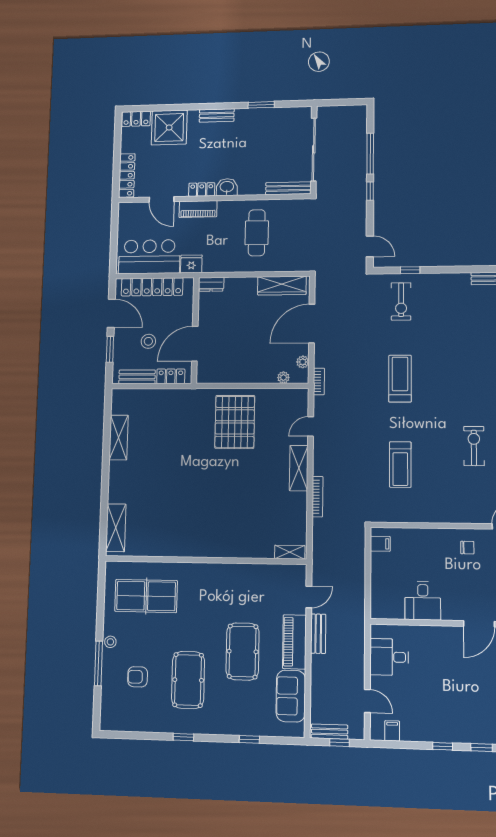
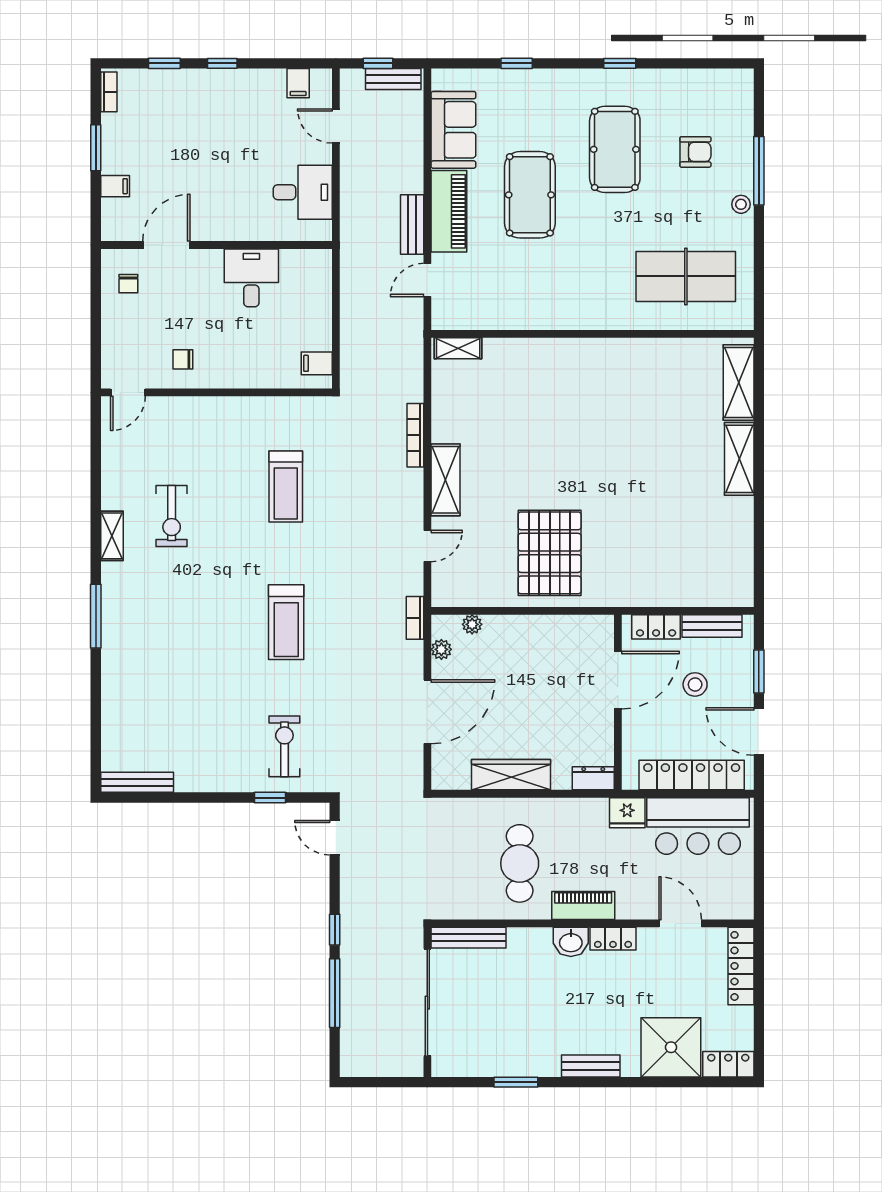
piano: (198, 209) -> (583, 905), moved
wardrobe: (282, 286) -> (511, 775), moved
shelving: (119, 437) -> (739, 459), moved
treadmill: (400, 465) -> (286, 486), turned 180

